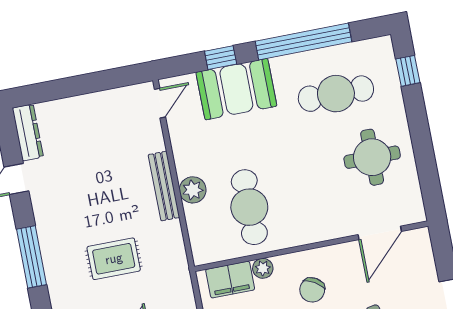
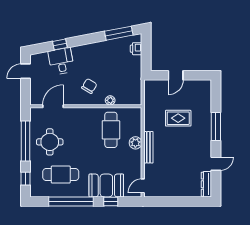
window: (423, 149) -> (25, 141), added
filing cabinet: (230, 280) -> (126, 98), removed

